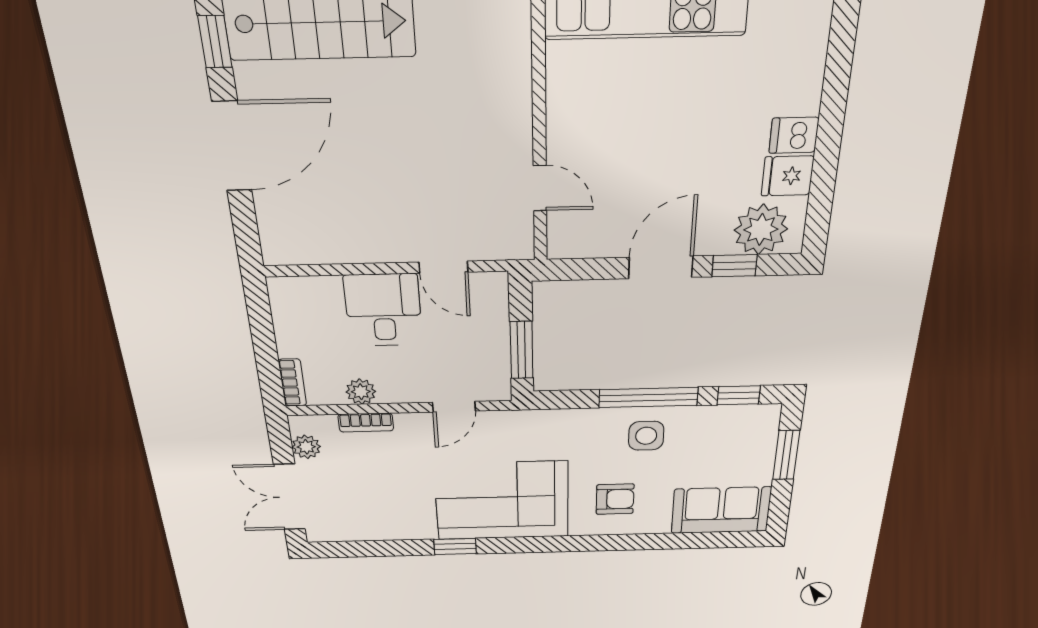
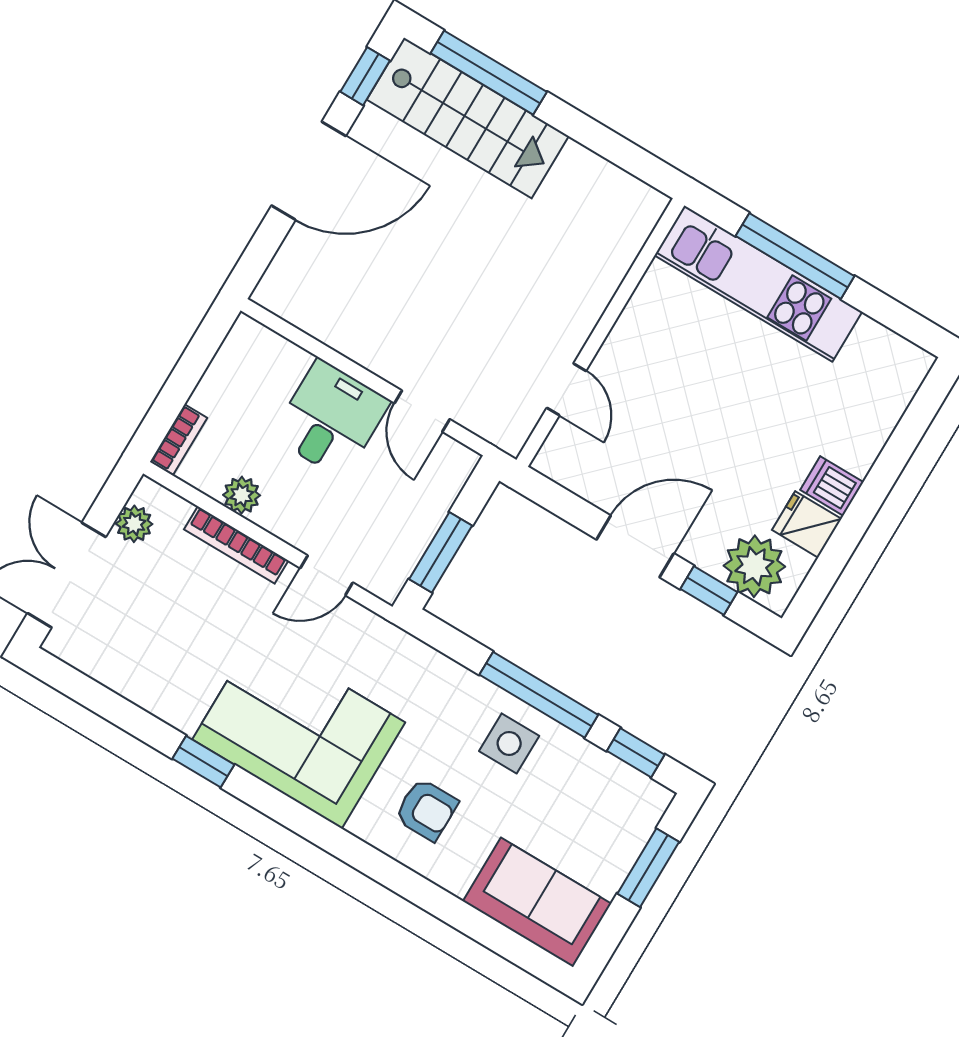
bookcase: (366, 423) -> (236, 545), width x1.56

